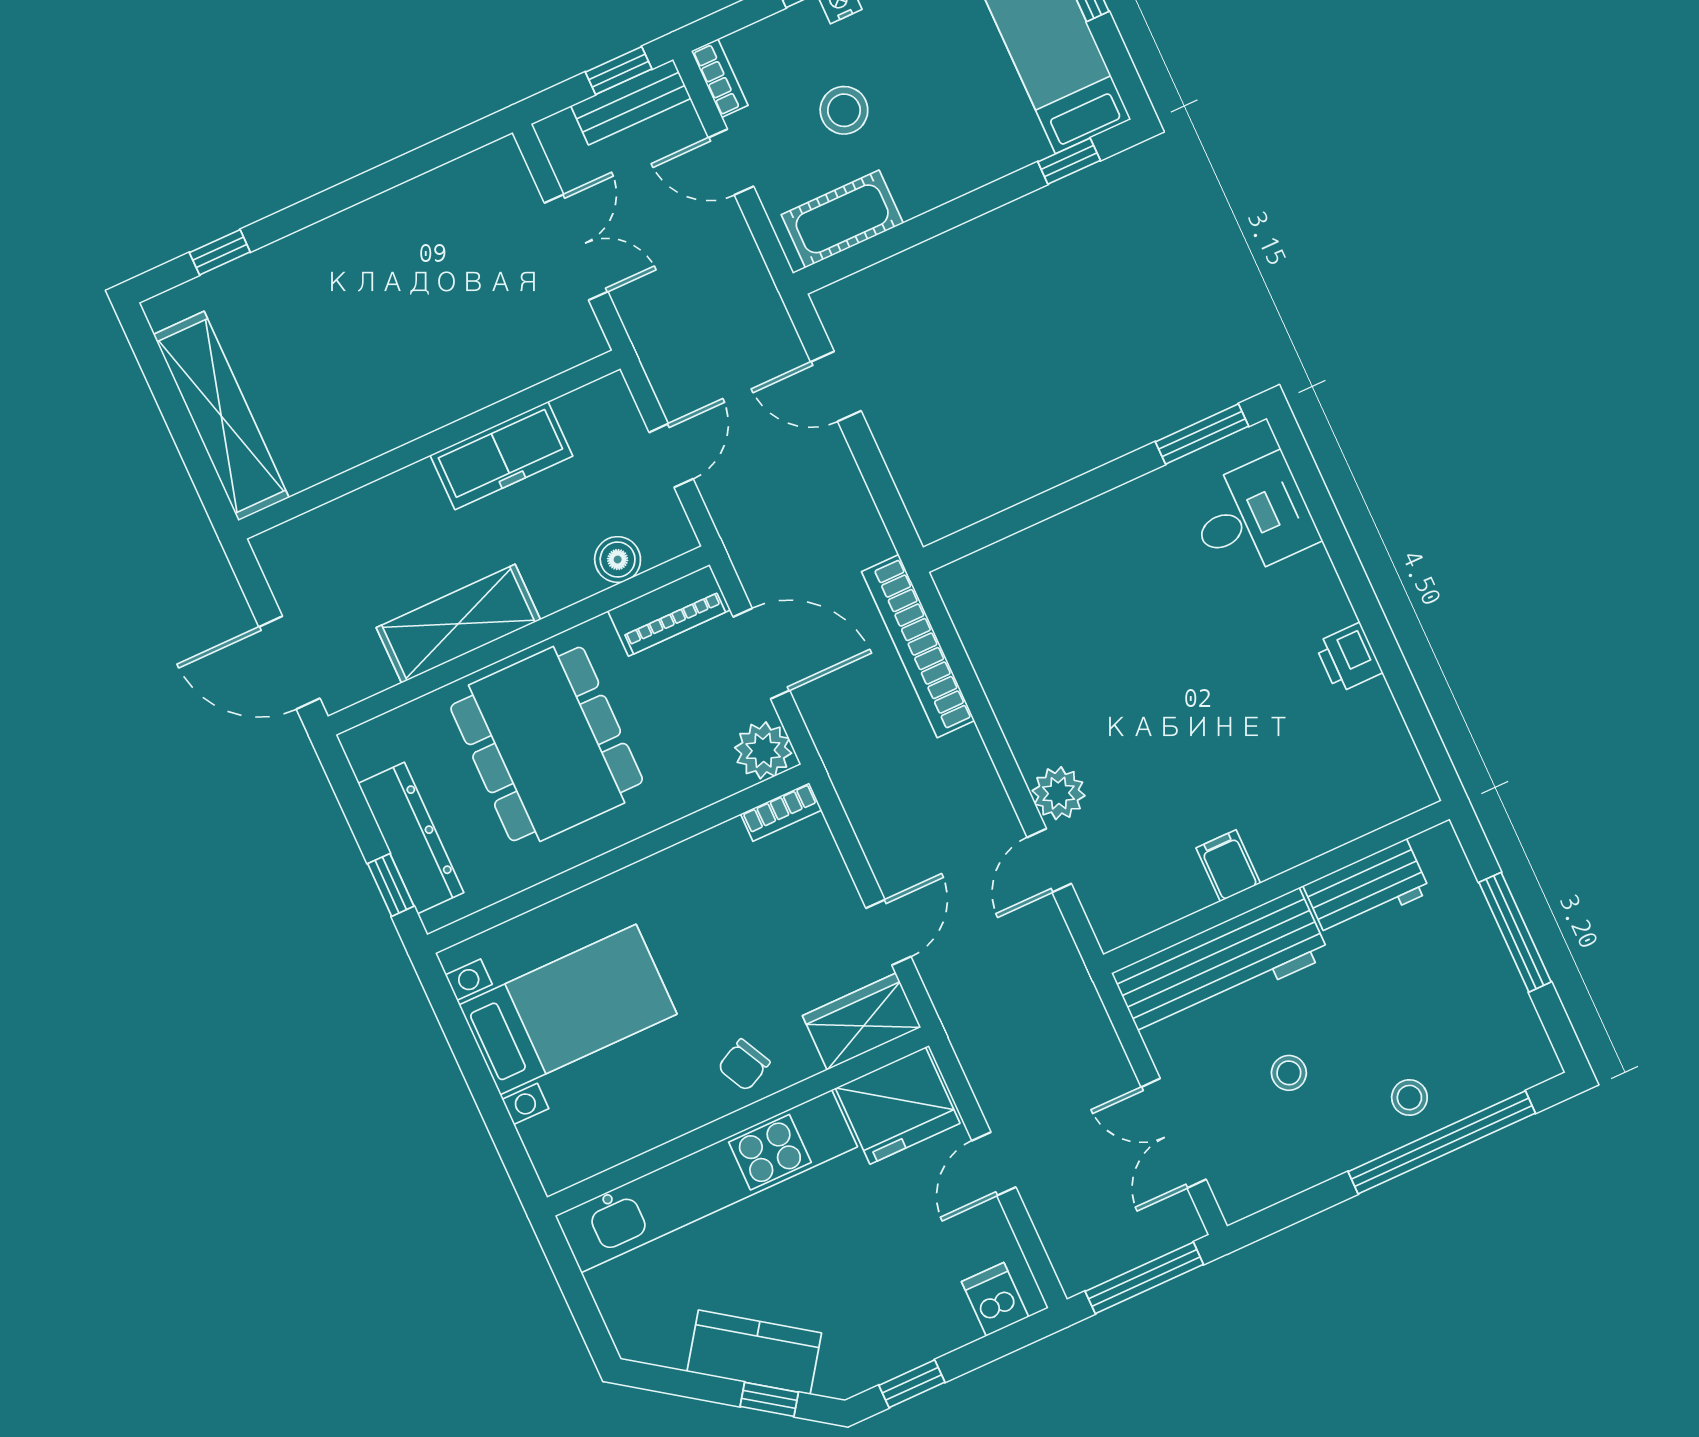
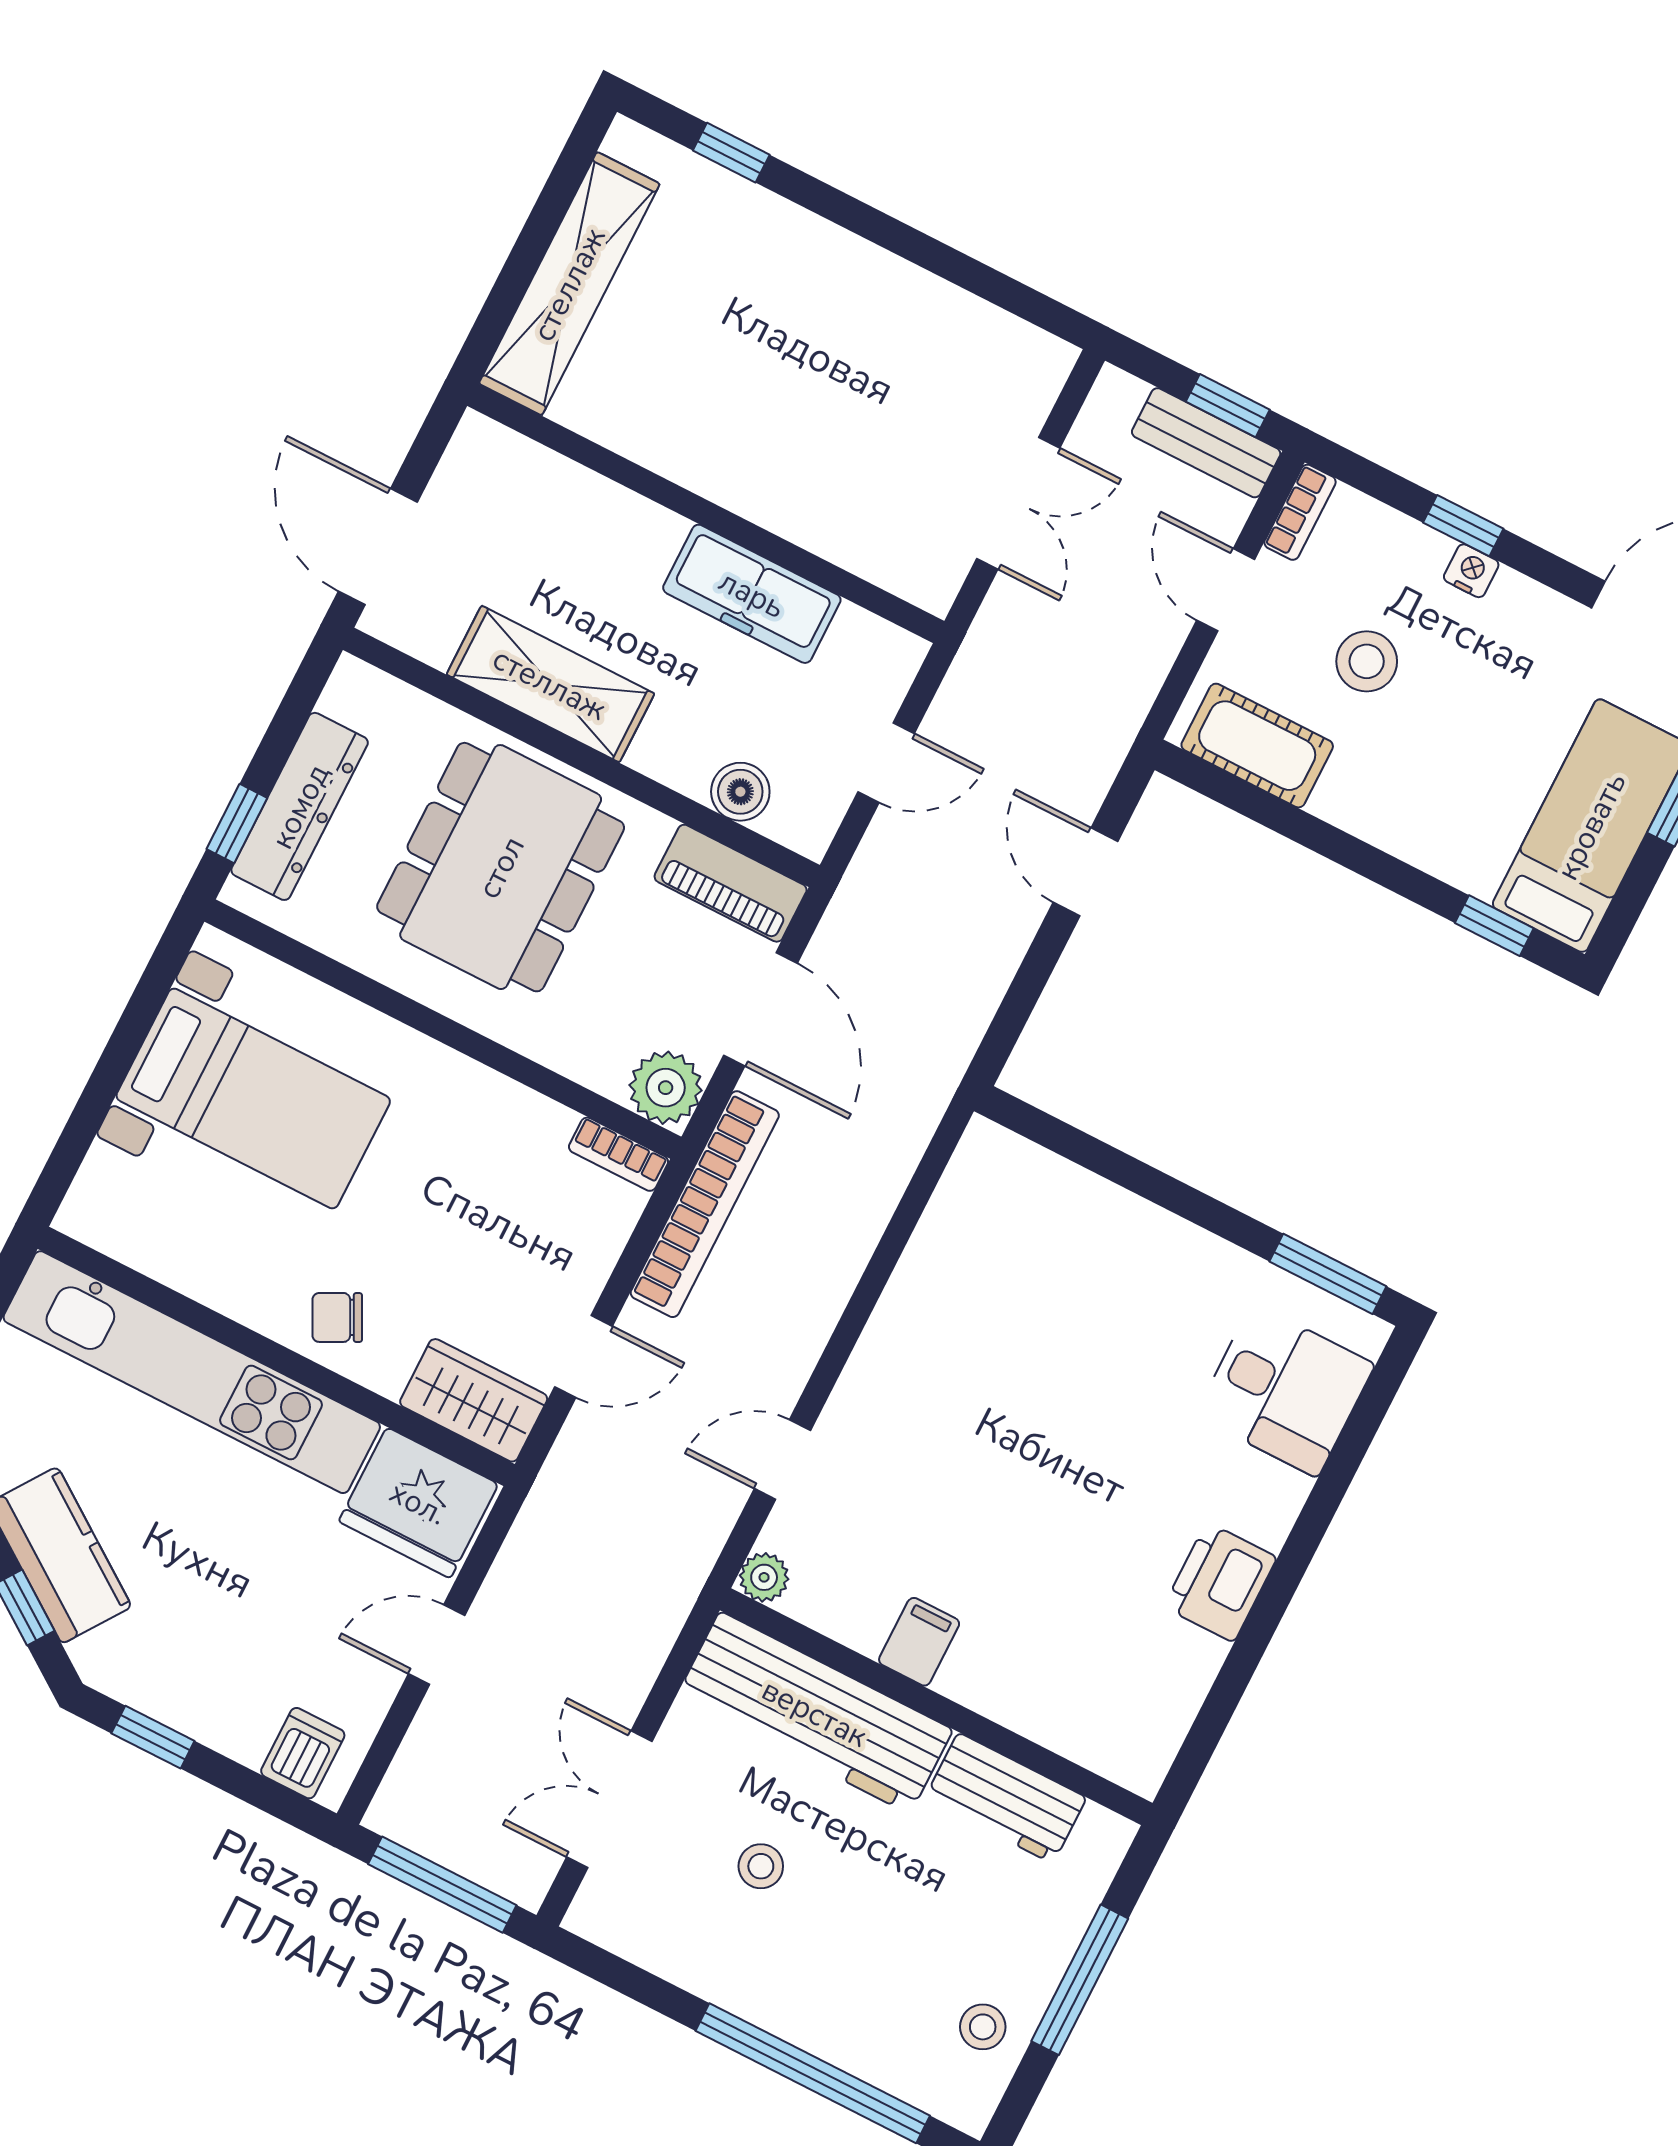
bookcase: (918, 646) -> (705, 1204), moved, turned 180
printer: (1349, 658) -> (1220, 1582), width x1.36, depth x1.24
plant: (1059, 793) -> (764, 1577), moved, width x0.73, depth x0.73
stool: (1409, 1098) -> (983, 2027), moved

